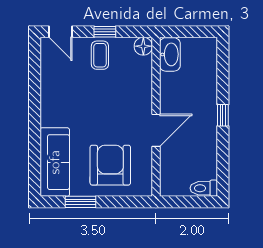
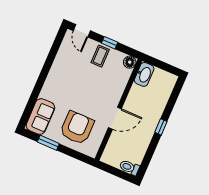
sofa: (55, 162) -> (40, 117), width x0.73

